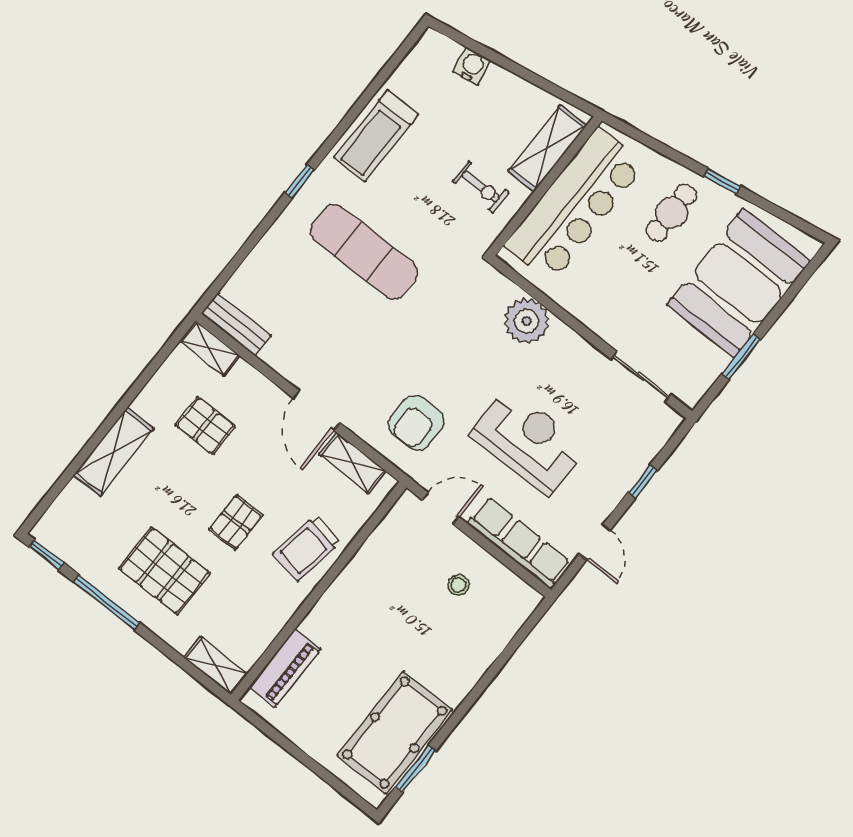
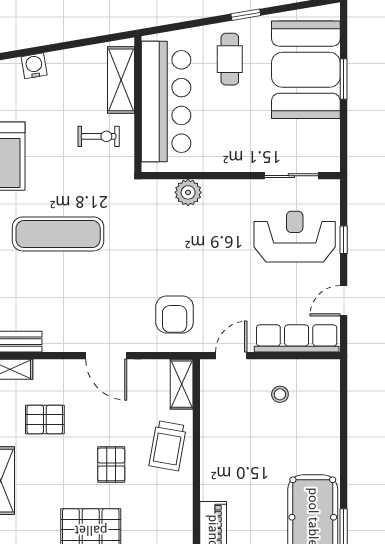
plant: (526, 321) -> (188, 192), width x0.73, depth x0.73
window: (741, 357) -> (344, 79), moved
reception desk: (529, 441) -> (295, 237), moved
shelving: (353, 463) -> (182, 384), moved, turned 90
door: (595, 542) -> (344, 301), swing flipped

